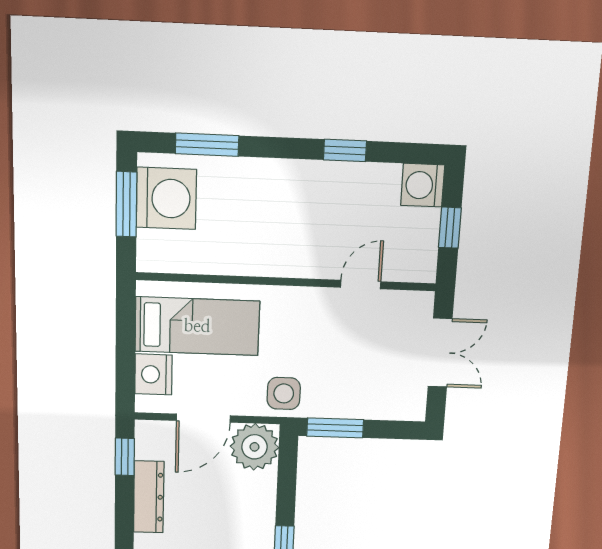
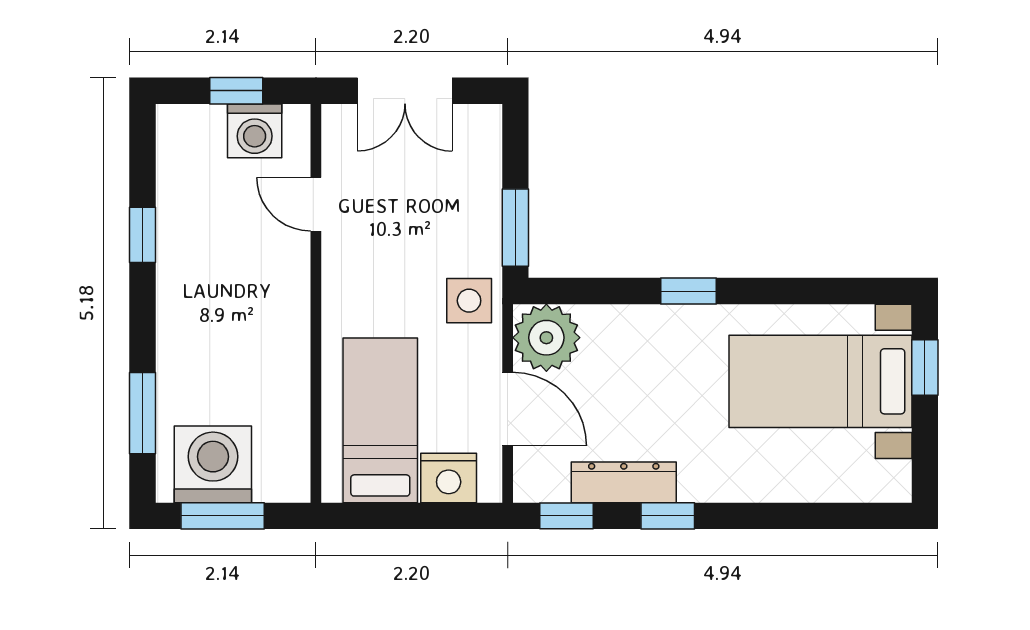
washing machine: (423, 185) -> (255, 131), moved
double door: (440, 353) -> (405, 91), swing flipped
window: (124, 526) -> (668, 516), added

